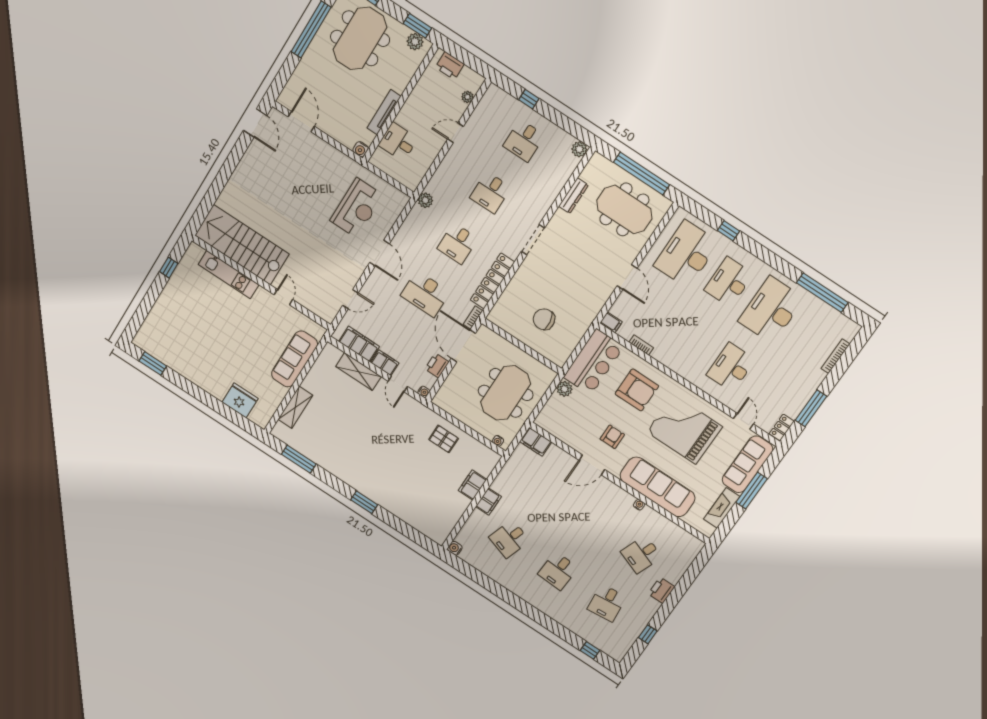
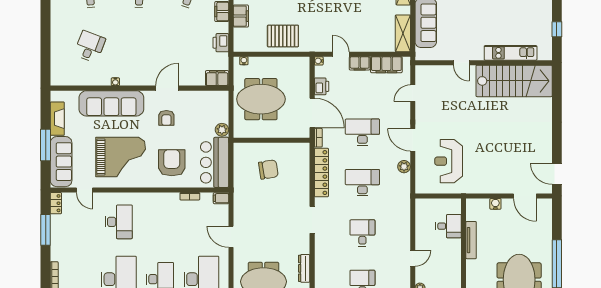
water cooler: (361, 149) -> (495, 204), moved
plant: (425, 200) -> (404, 167), moved
desk: (458, 244) -> (362, 183), width x1.37
shelving: (359, 372) -> (403, 33), moved, turned 90
armchair: (637, 390) -> (172, 163), turned 90
meeting table: (506, 393) -> (261, 99), turned 90
pallet: (444, 439) -> (283, 36), width x1.50, depth x1.42
printer: (661, 590) -> (221, 43), moved, turned 180

